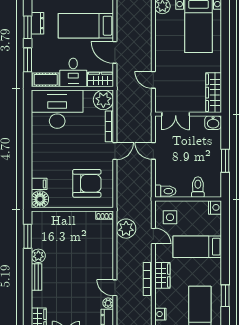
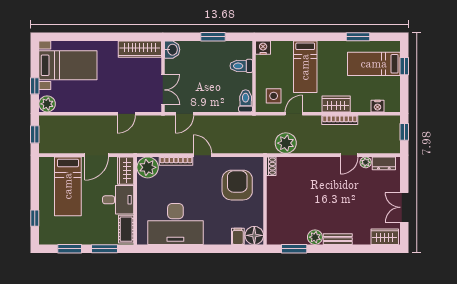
dresser: (38, 23) -> (65, 238), removed
desk: (57, 109) -> (175, 224), moved, turned -90
door: (153, 151) -> (185, 114), moved

